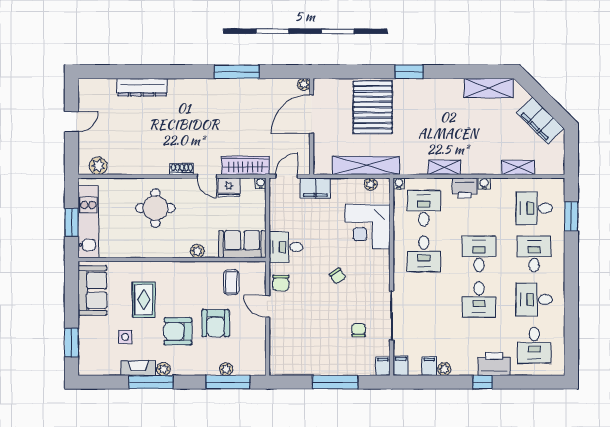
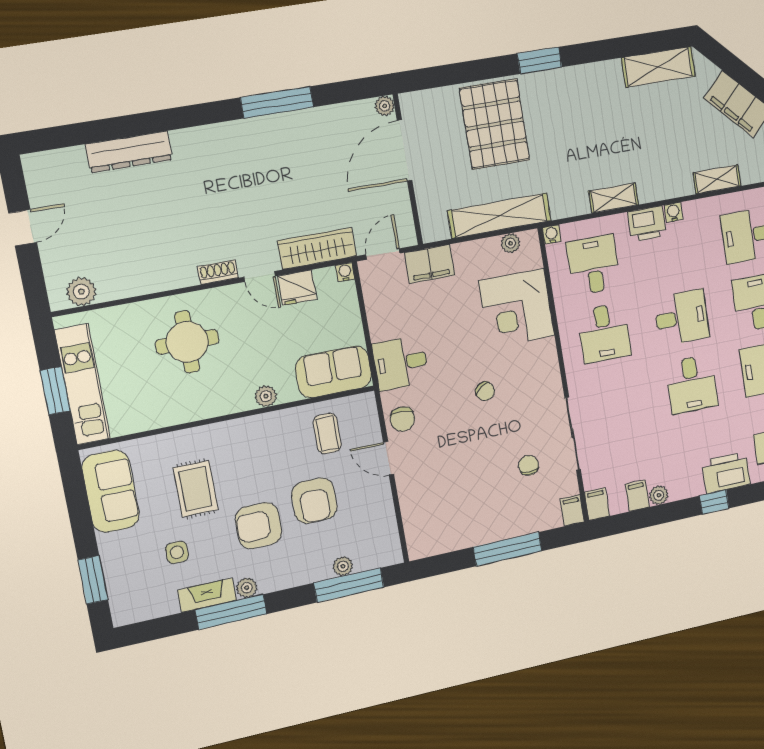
desk: (479, 254) -> (682, 318), turned 90

